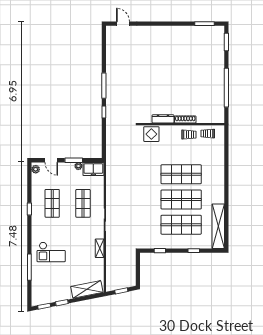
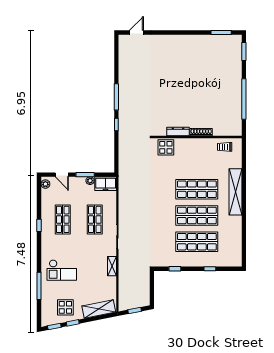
door: (123, 24) -> (136, 32), hinge flipped
trolley: (189, 135) -> (205, 148), removed
shelving: (218, 226) -> (235, 192), moved
display table: (55, 288) -> (65, 307), added

